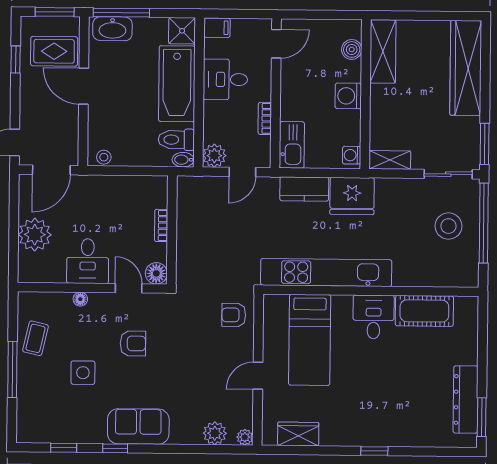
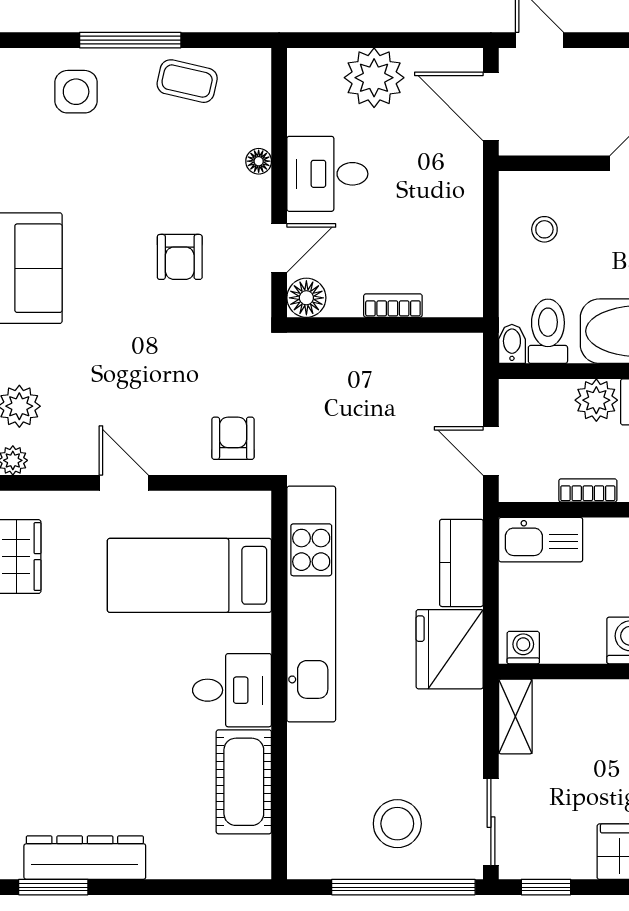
window: (485, 144) -> (546, 887), width x0.67
plant: (214, 156) -> (596, 400), moved
stool: (104, 157) -> (544, 229), moved
side table: (83, 373) -> (76, 92), moved

